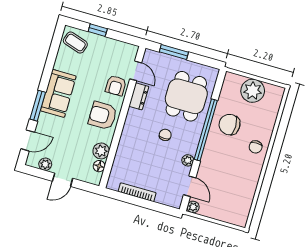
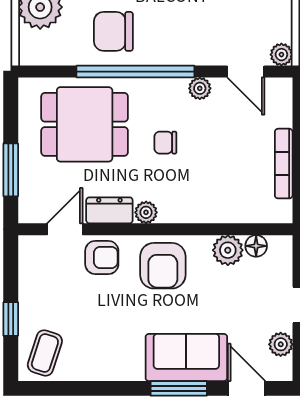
sofa: (58, 93) -> (186, 357), moved
plant: (132, 115) -> (146, 212), added
chair: (230, 125) -> (113, 31), turned 90
door: (190, 186) -> (246, 72), swing flipped

